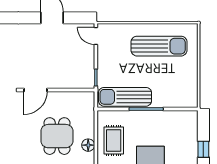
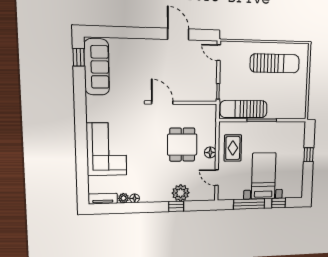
door: (35, 90) -> (162, 102), swing flipped

